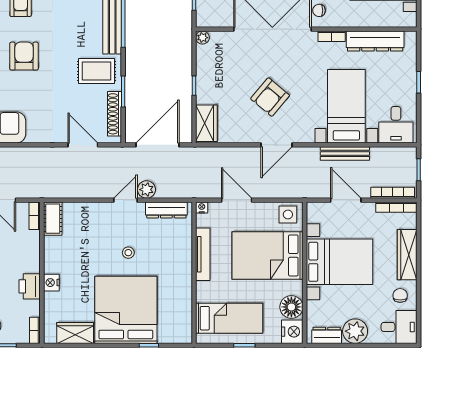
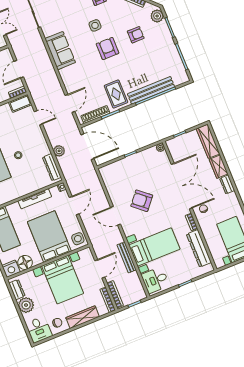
armchair: (24, 56) -> (108, 49), turned -90
wardrobe: (206, 123) -> (112, 170), removed
door: (125, 200) -> (38, 118), moved

